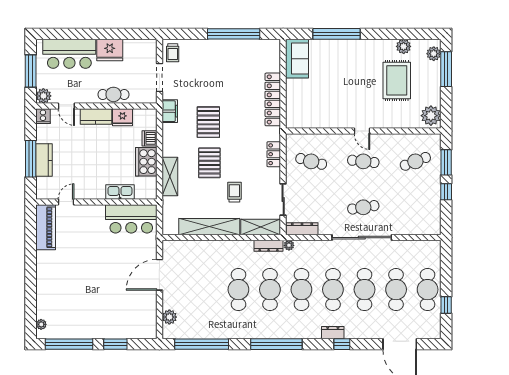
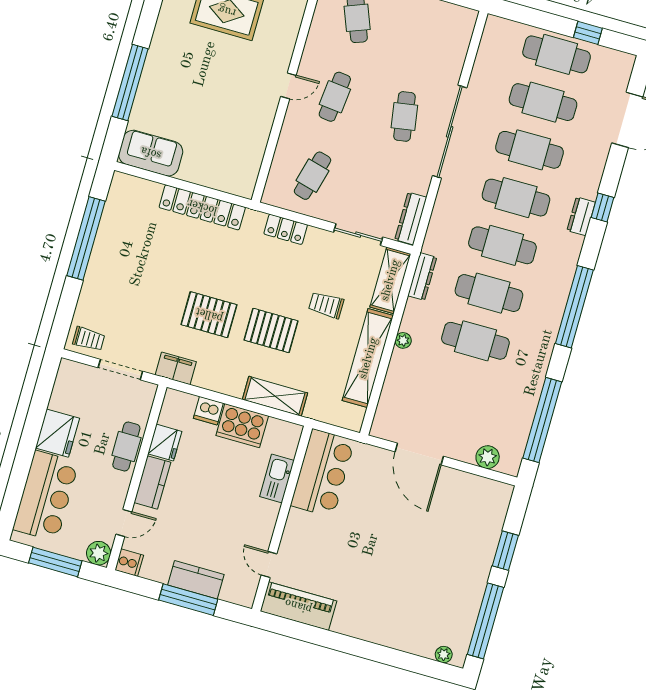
plant: (289, 245) -> (403, 340), moved

